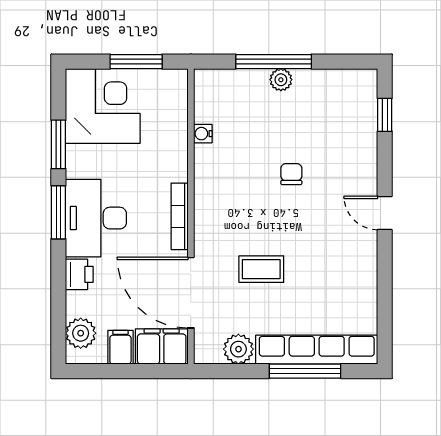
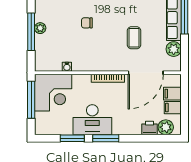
window: (136, 62) -> (31, 100), width x1.44
corner desk: (103, 106) -> (53, 93), moved, turned 180
desk: (96, 218) -> (92, 120), moved
printer: (79, 274) -> (150, 128), moved
filing cabinet: (162, 347) -> (172, 94), width x0.50

